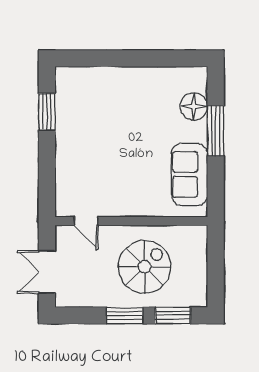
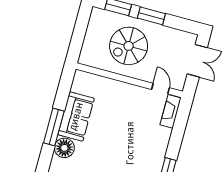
sofa: (190, 174) -> (76, 116), moved
fireplace: (64, 194) -> (171, 111), added

